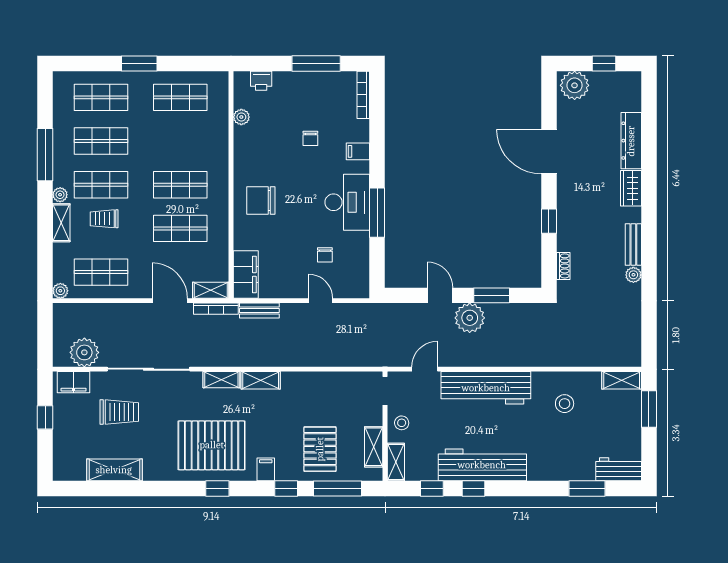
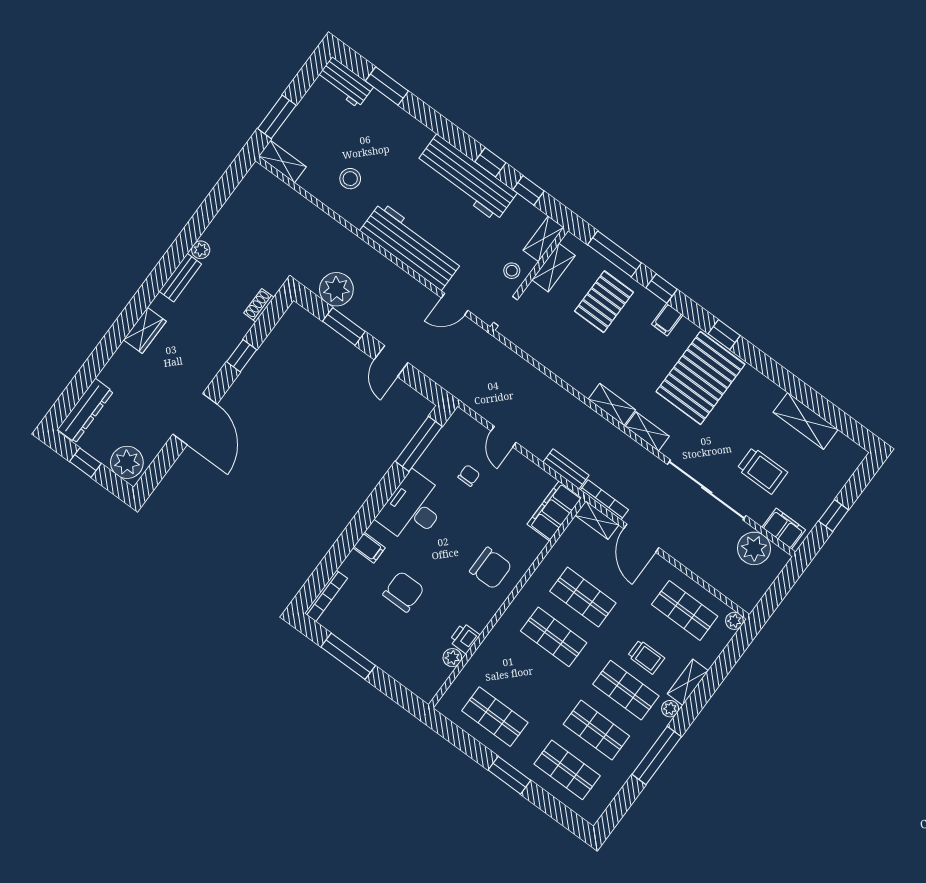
printer: (261, 81) -> (464, 638), moved, turned -90
chair: (310, 138) -> (404, 592), width x1.87, depth x1.87
dresser: (631, 141) -> (85, 411), moved
window: (377, 213) -> (419, 444), moved
plant: (470, 318) -> (336, 289), moved
trolley: (119, 412) -> (762, 471), turned 180
pallet: (212, 445) -> (700, 378), turned 90

